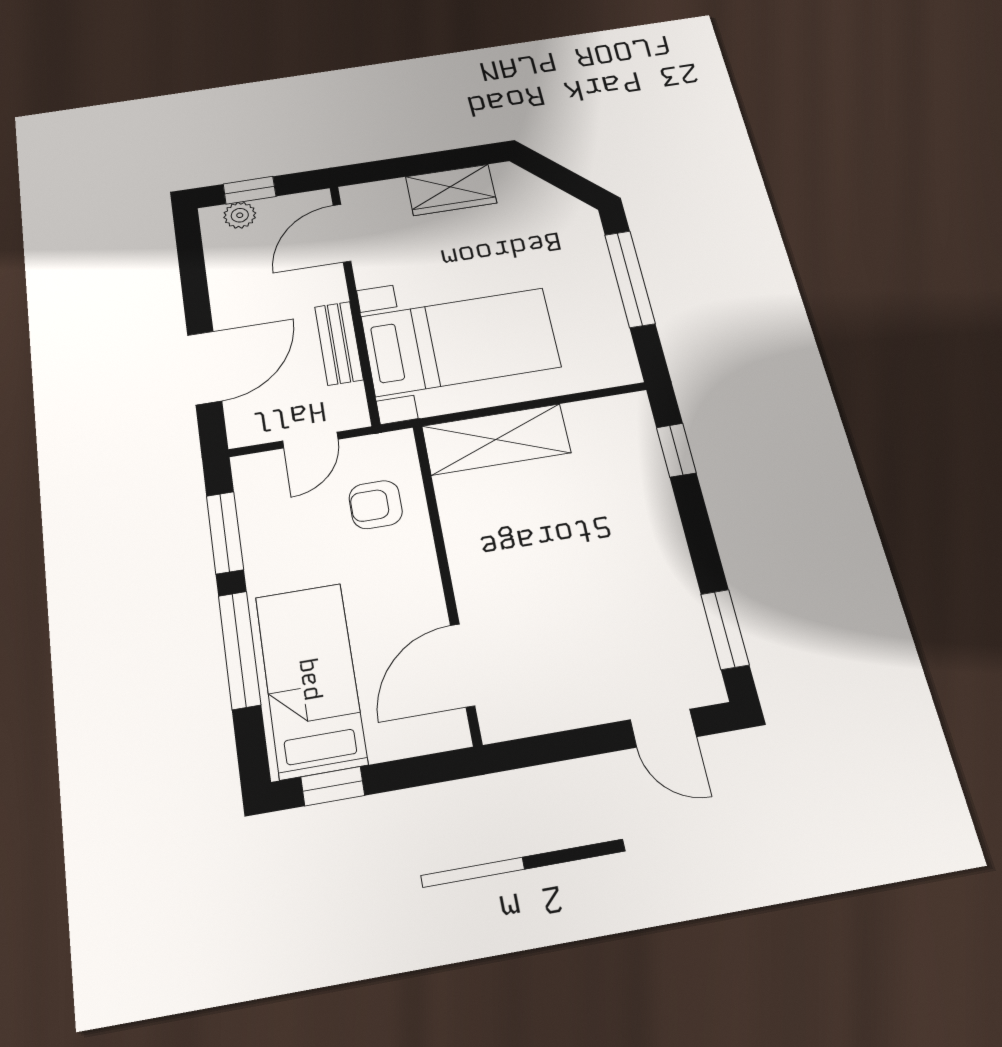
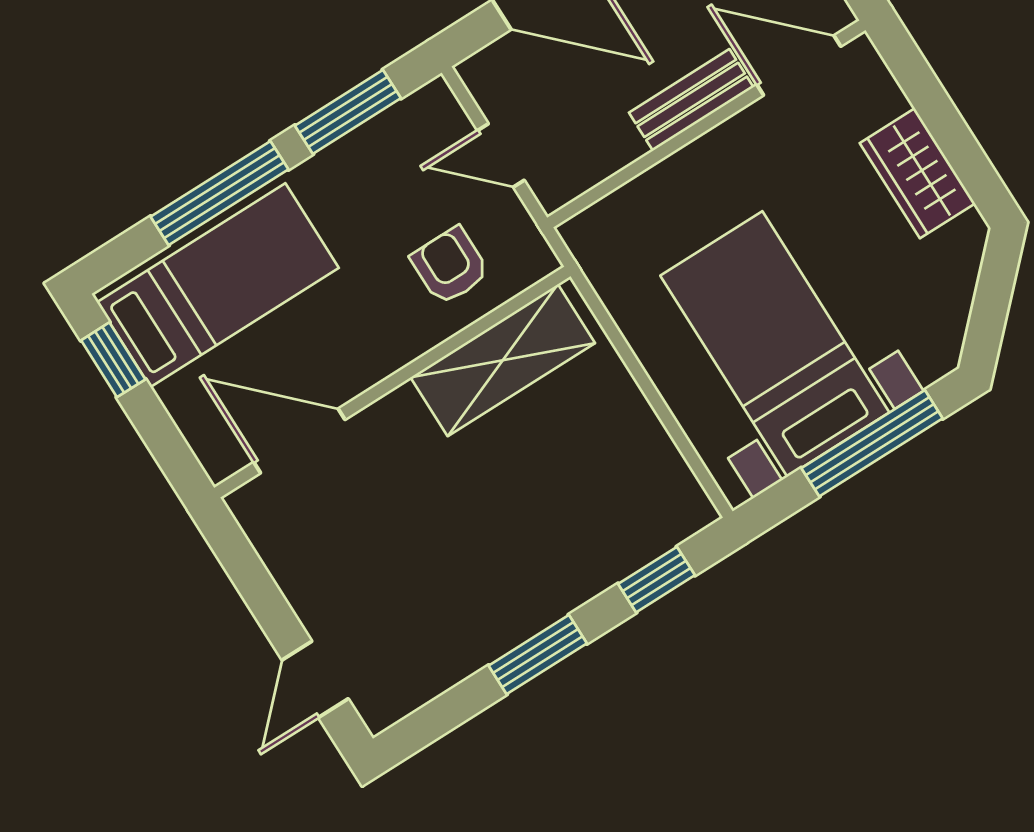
bed with nightstands: (460, 342) -> (775, 344), moved, turned 180
bench: (339, 343) -> (691, 100), moved
shelving: (496, 439) -> (503, 360), moved, turned 90
window: (725, 629) -> (538, 655), moved

